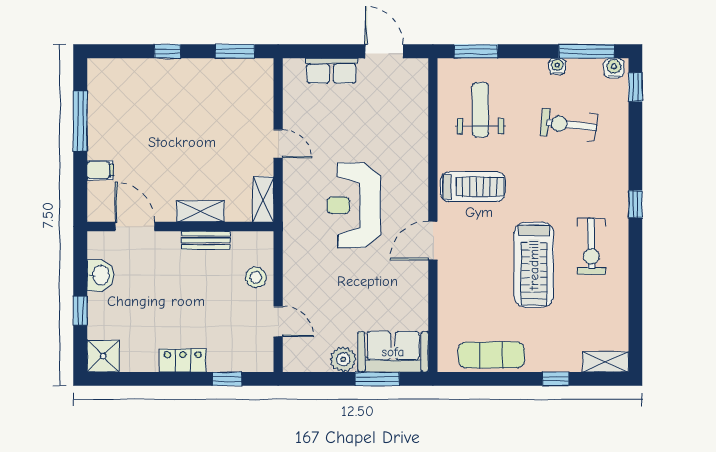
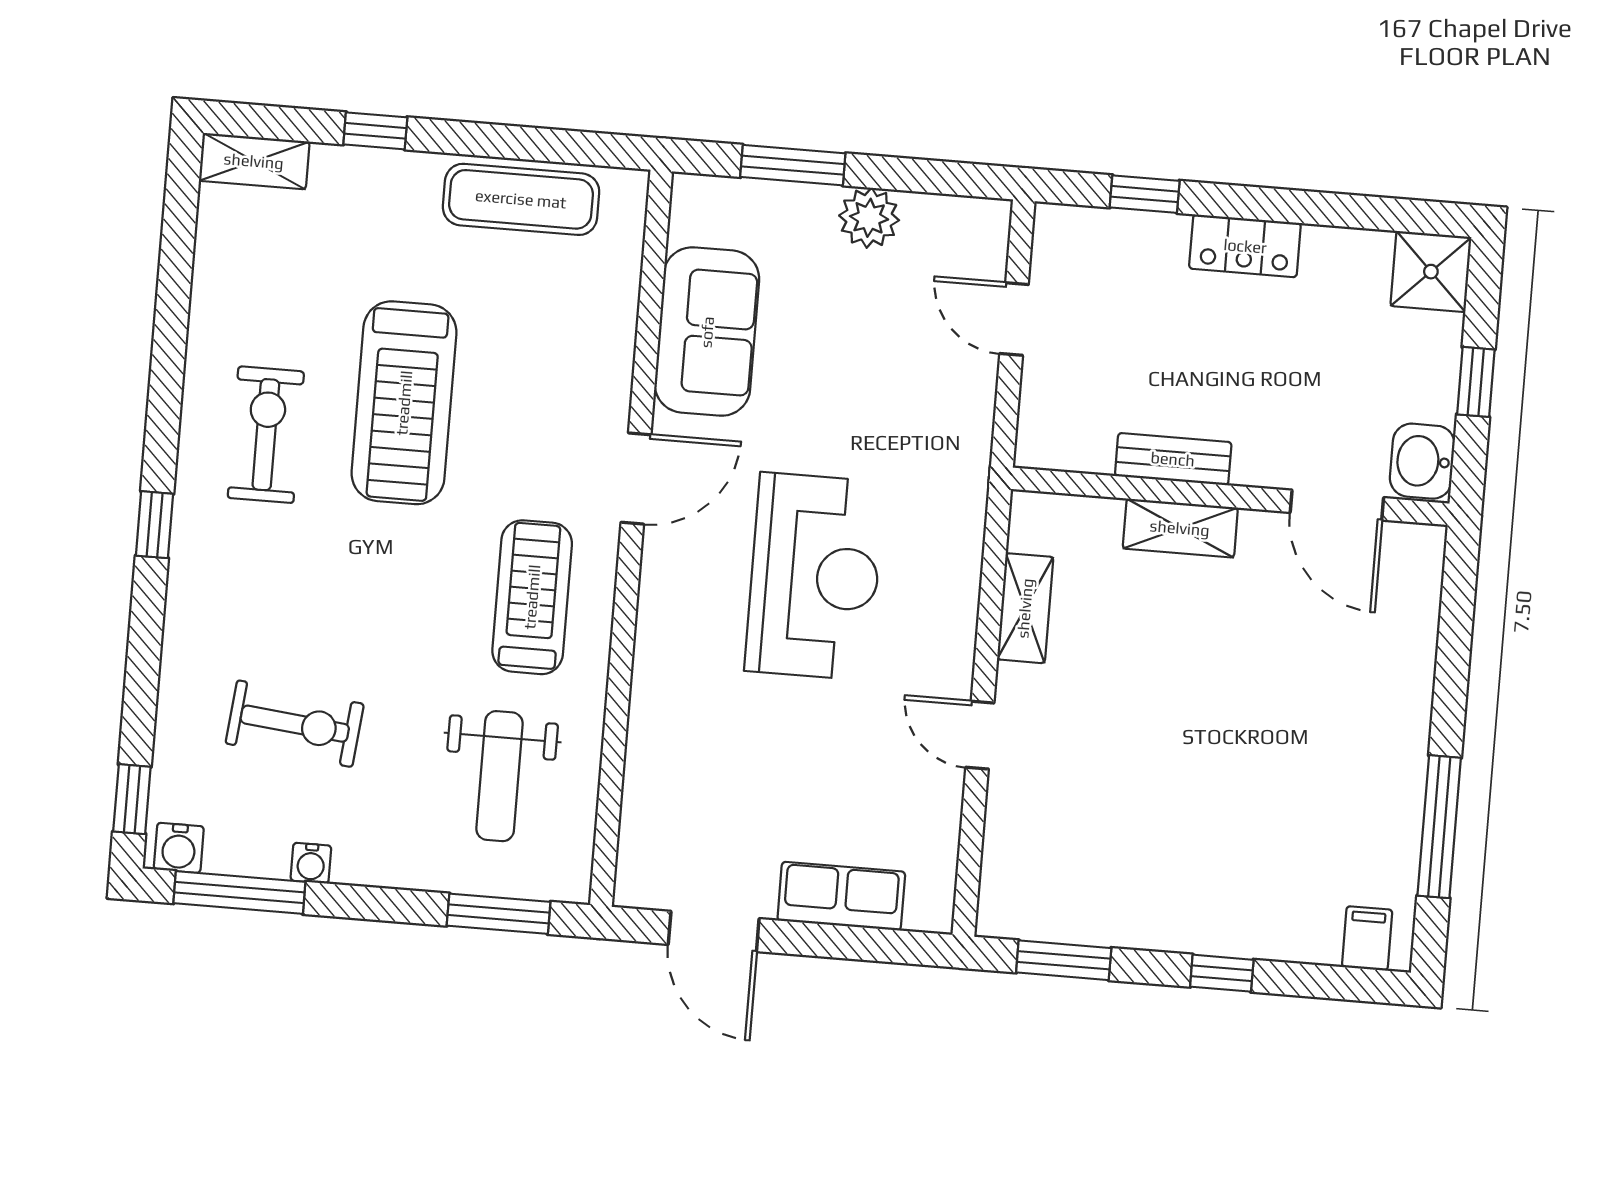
filing cabinet: (100, 170) -> (1367, 938), moved, turned 90
treadmill: (473, 187) -> (532, 597), turned 90
shelving: (200, 211) -> (1180, 528), moved
door: (135, 226) -> (1337, 505), moved
wall: (180, 226) -> (1230, 496), moved
bench: (206, 240) -> (1173, 459), moved
treadmill: (534, 265) -> (404, 403), turned 180
stool: (256, 277) -> (1058, 427), removed
sofa: (393, 352) -> (707, 332), moved, turned -90

